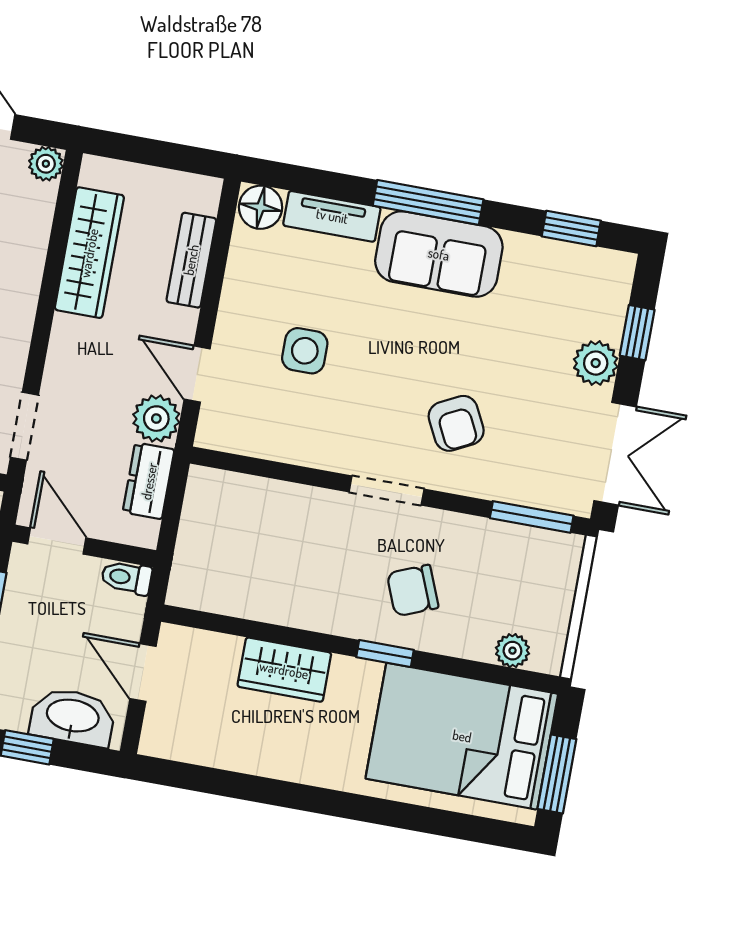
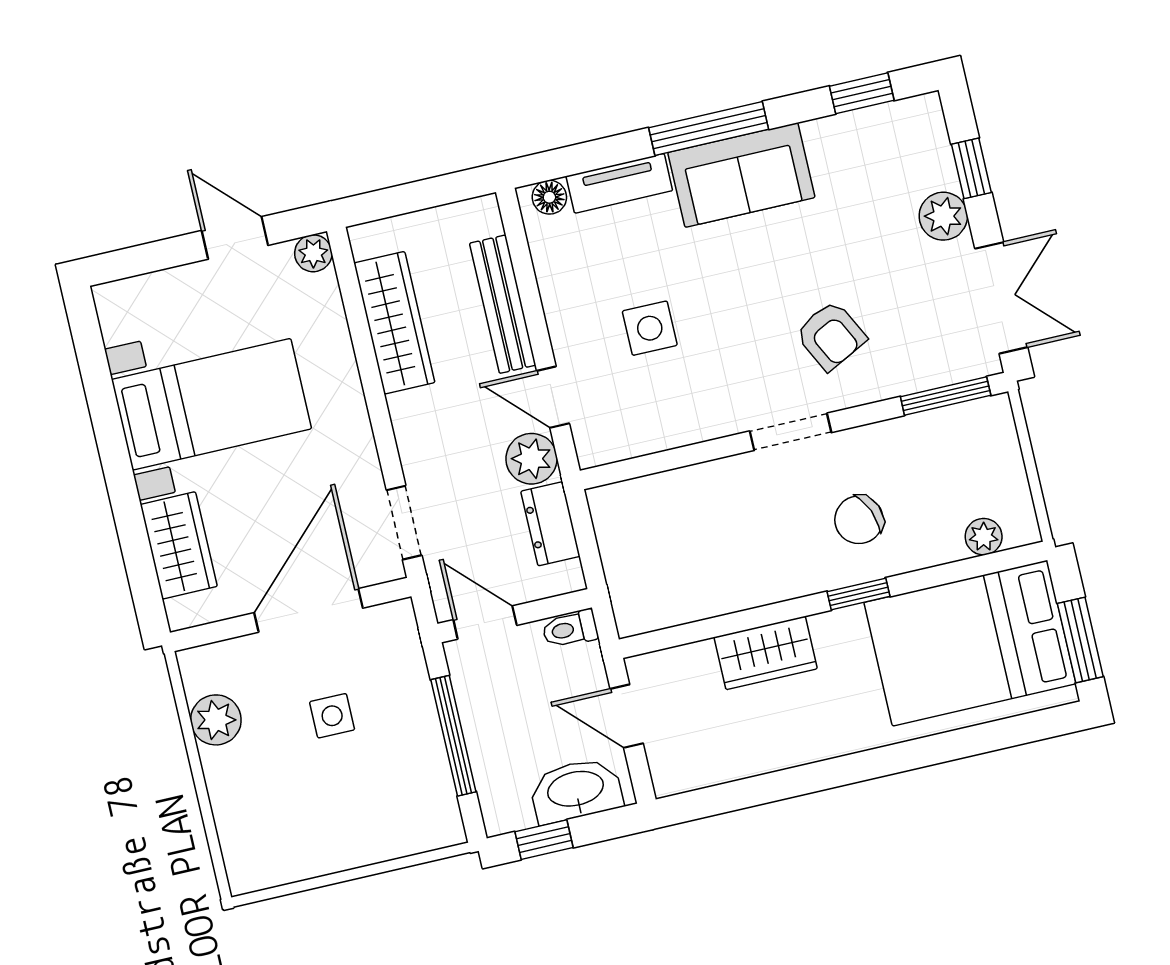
floor lamp: (261, 207) -> (549, 197), width x0.73, depth x0.73
bench: (191, 260) -> (503, 304), width x1.36

